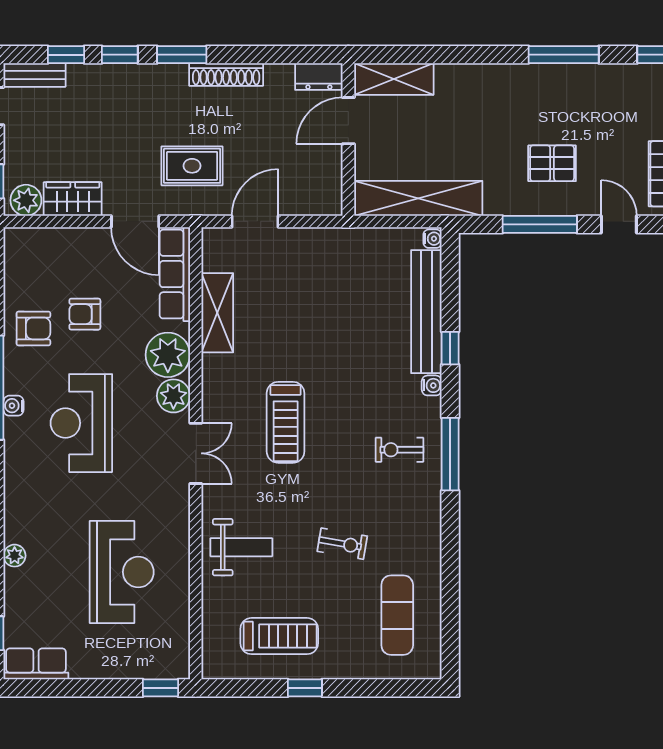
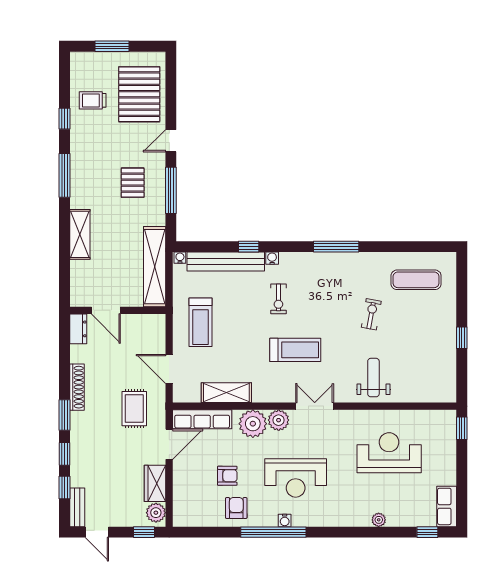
shelving: (394, 79) -> (80, 234), moved
armchair: (85, 314) -> (227, 476), turned -90
exercise bike: (399, 450) -> (278, 299), moved
window: (450, 454) -> (336, 247), moved
treadmill: (279, 636) -> (200, 322), moved, turned 180

